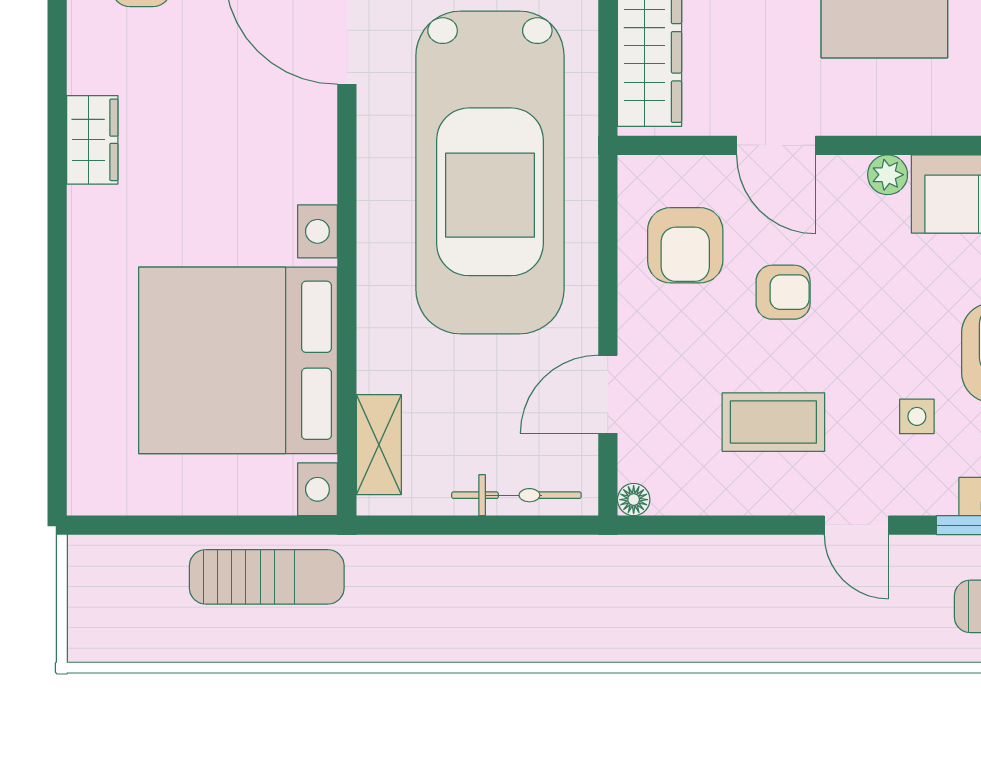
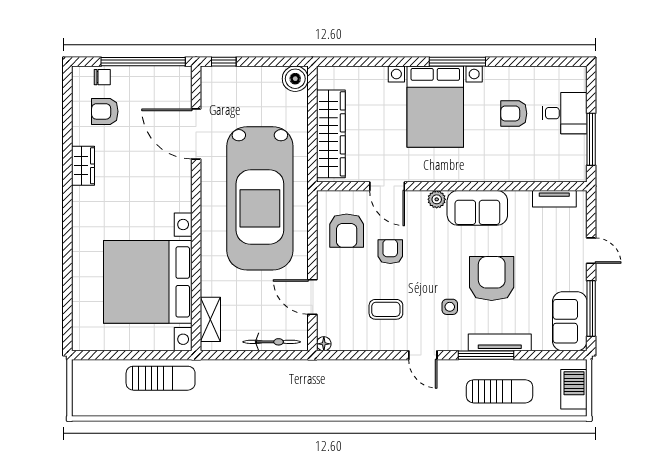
wardrobe: (92, 140) -> (83, 166), moved
armchair: (783, 292) -> (390, 252), turned -90
door: (608, 394) -> (312, 297), hinge flipped
coffee table: (773, 422) -> (386, 309), width x0.73, depth x0.77

